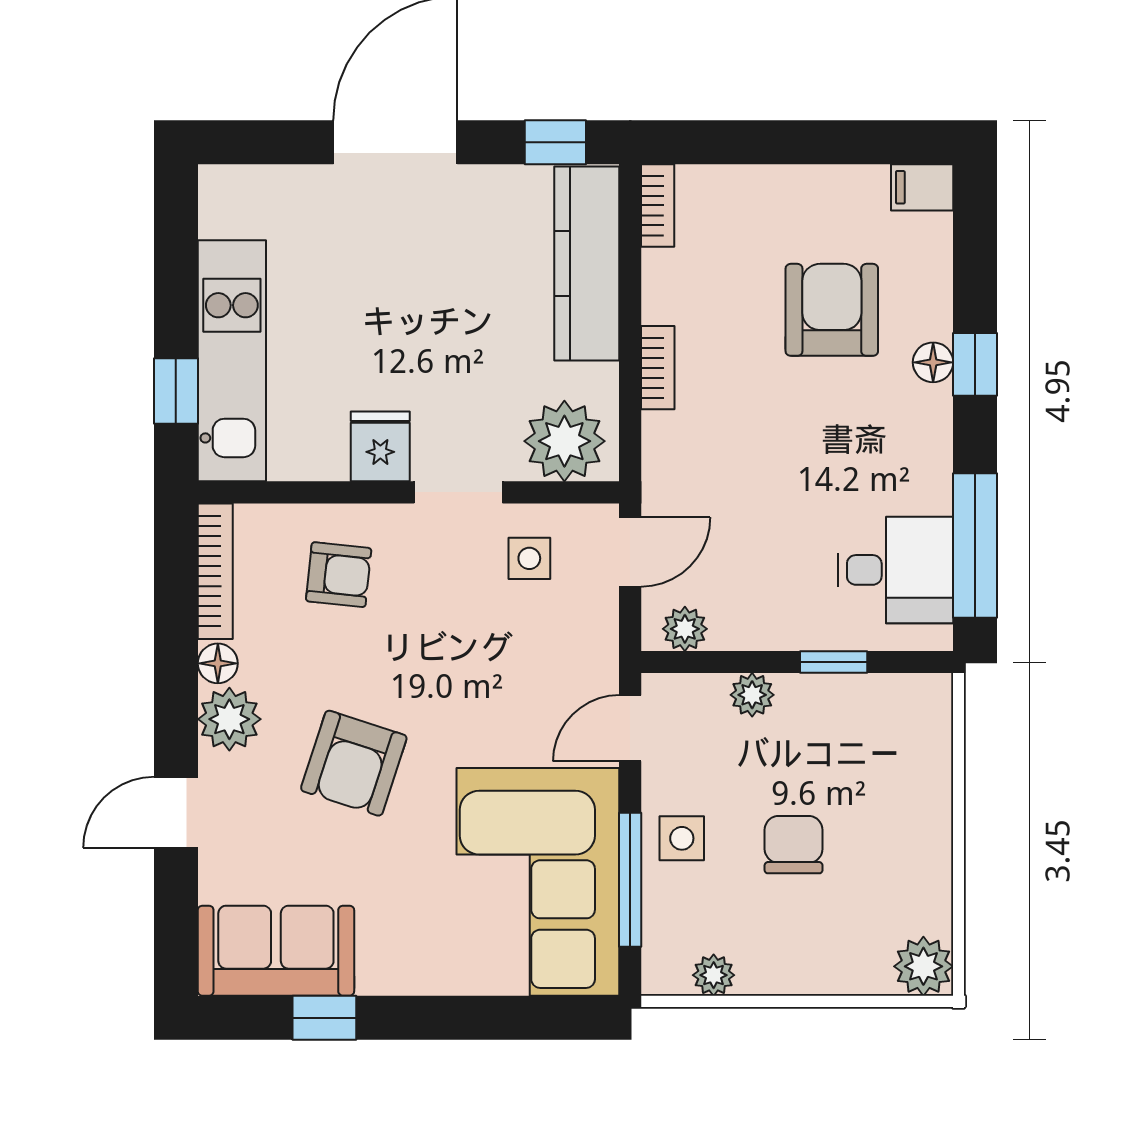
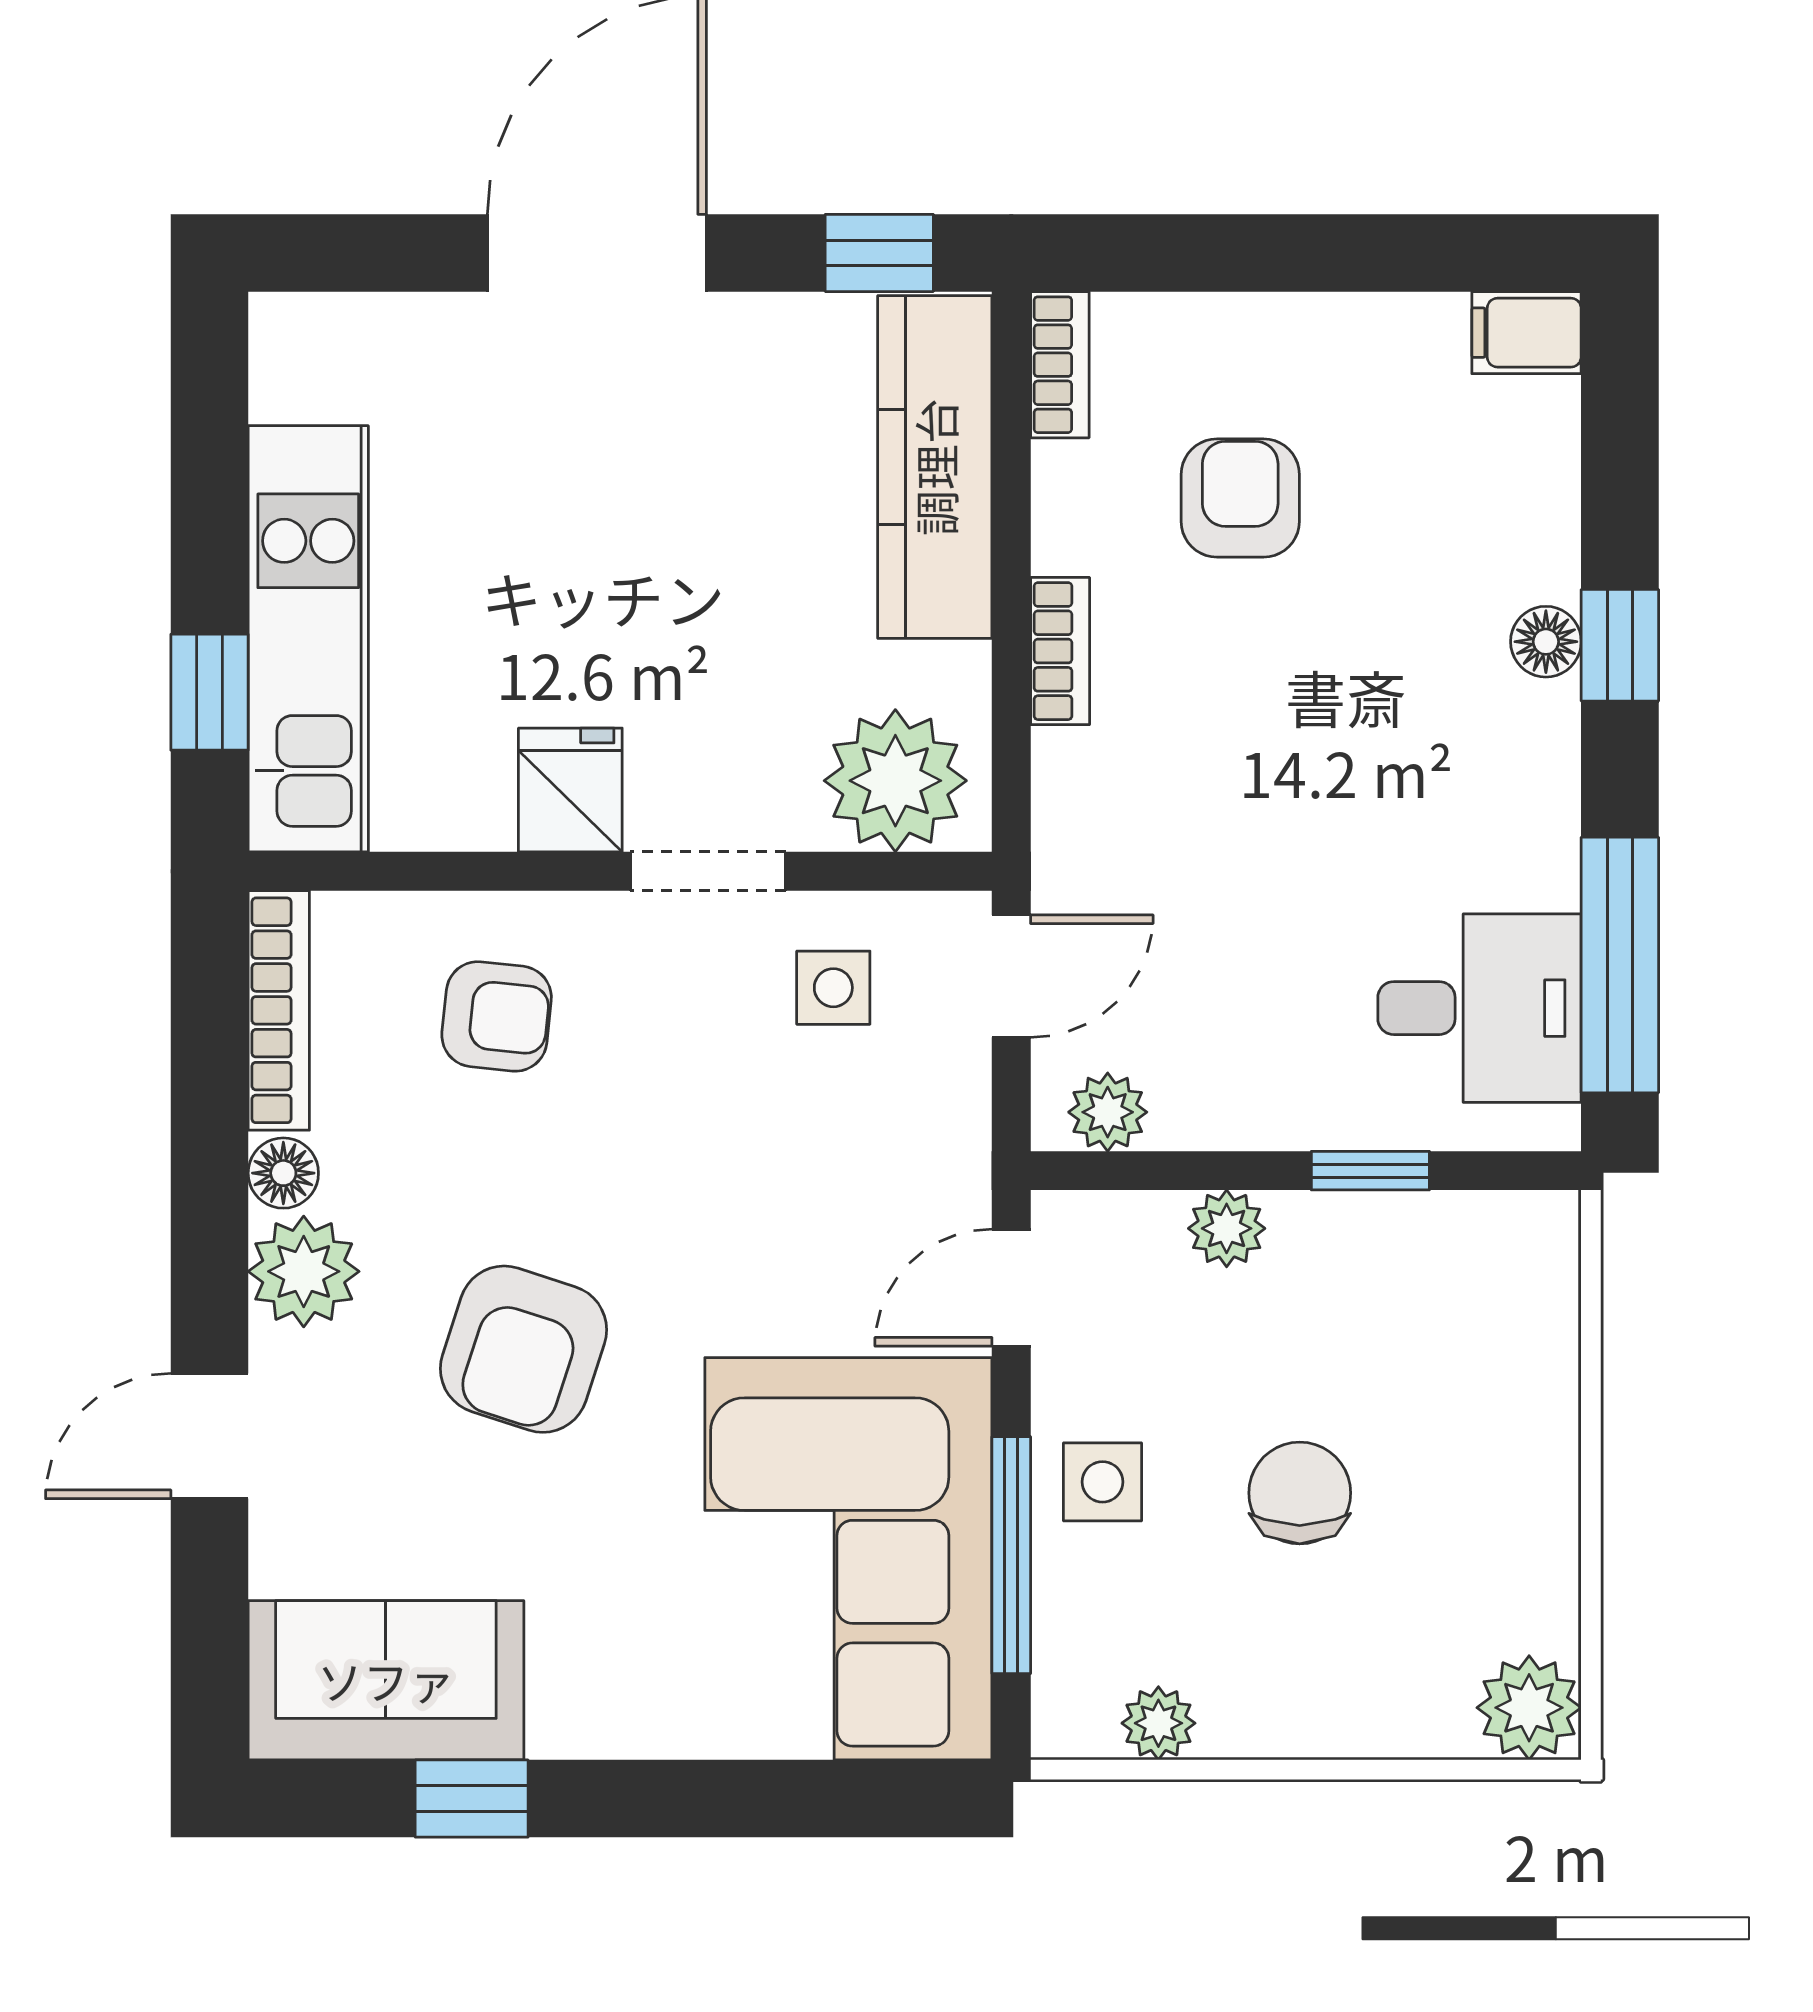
armchair: (832, 310) -> (1240, 498), moved, width x0.72, depth x0.72

